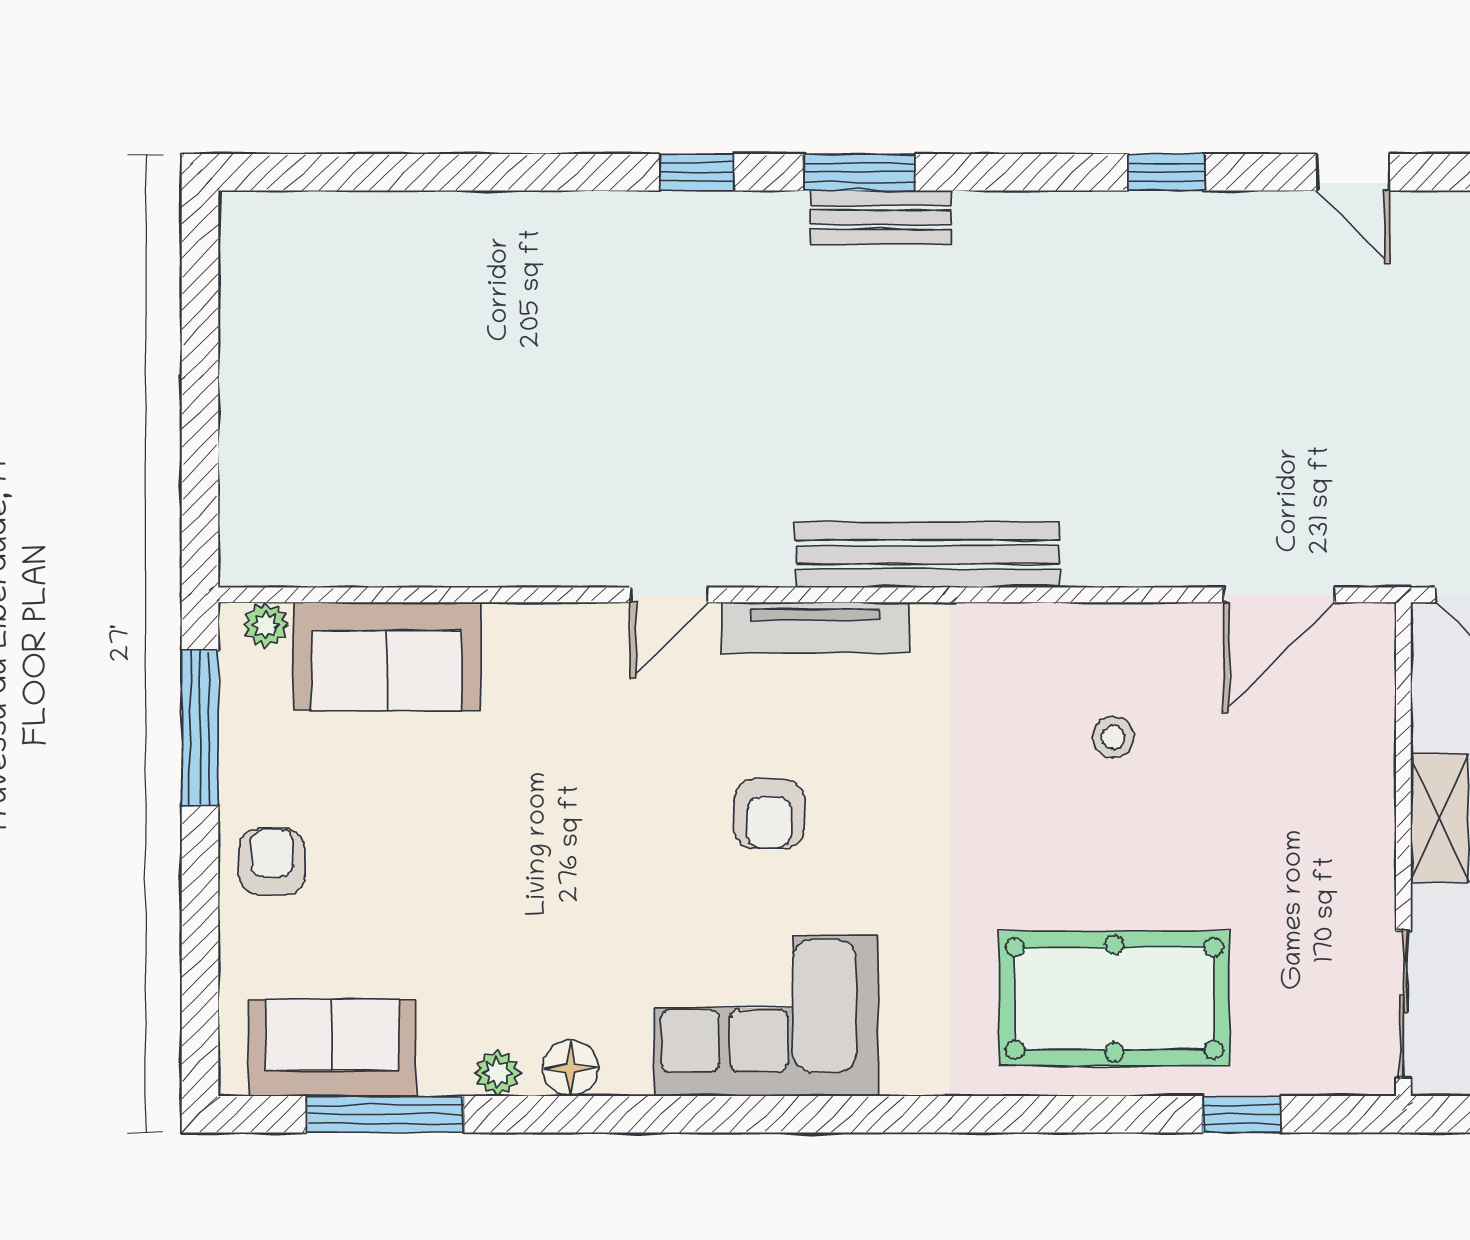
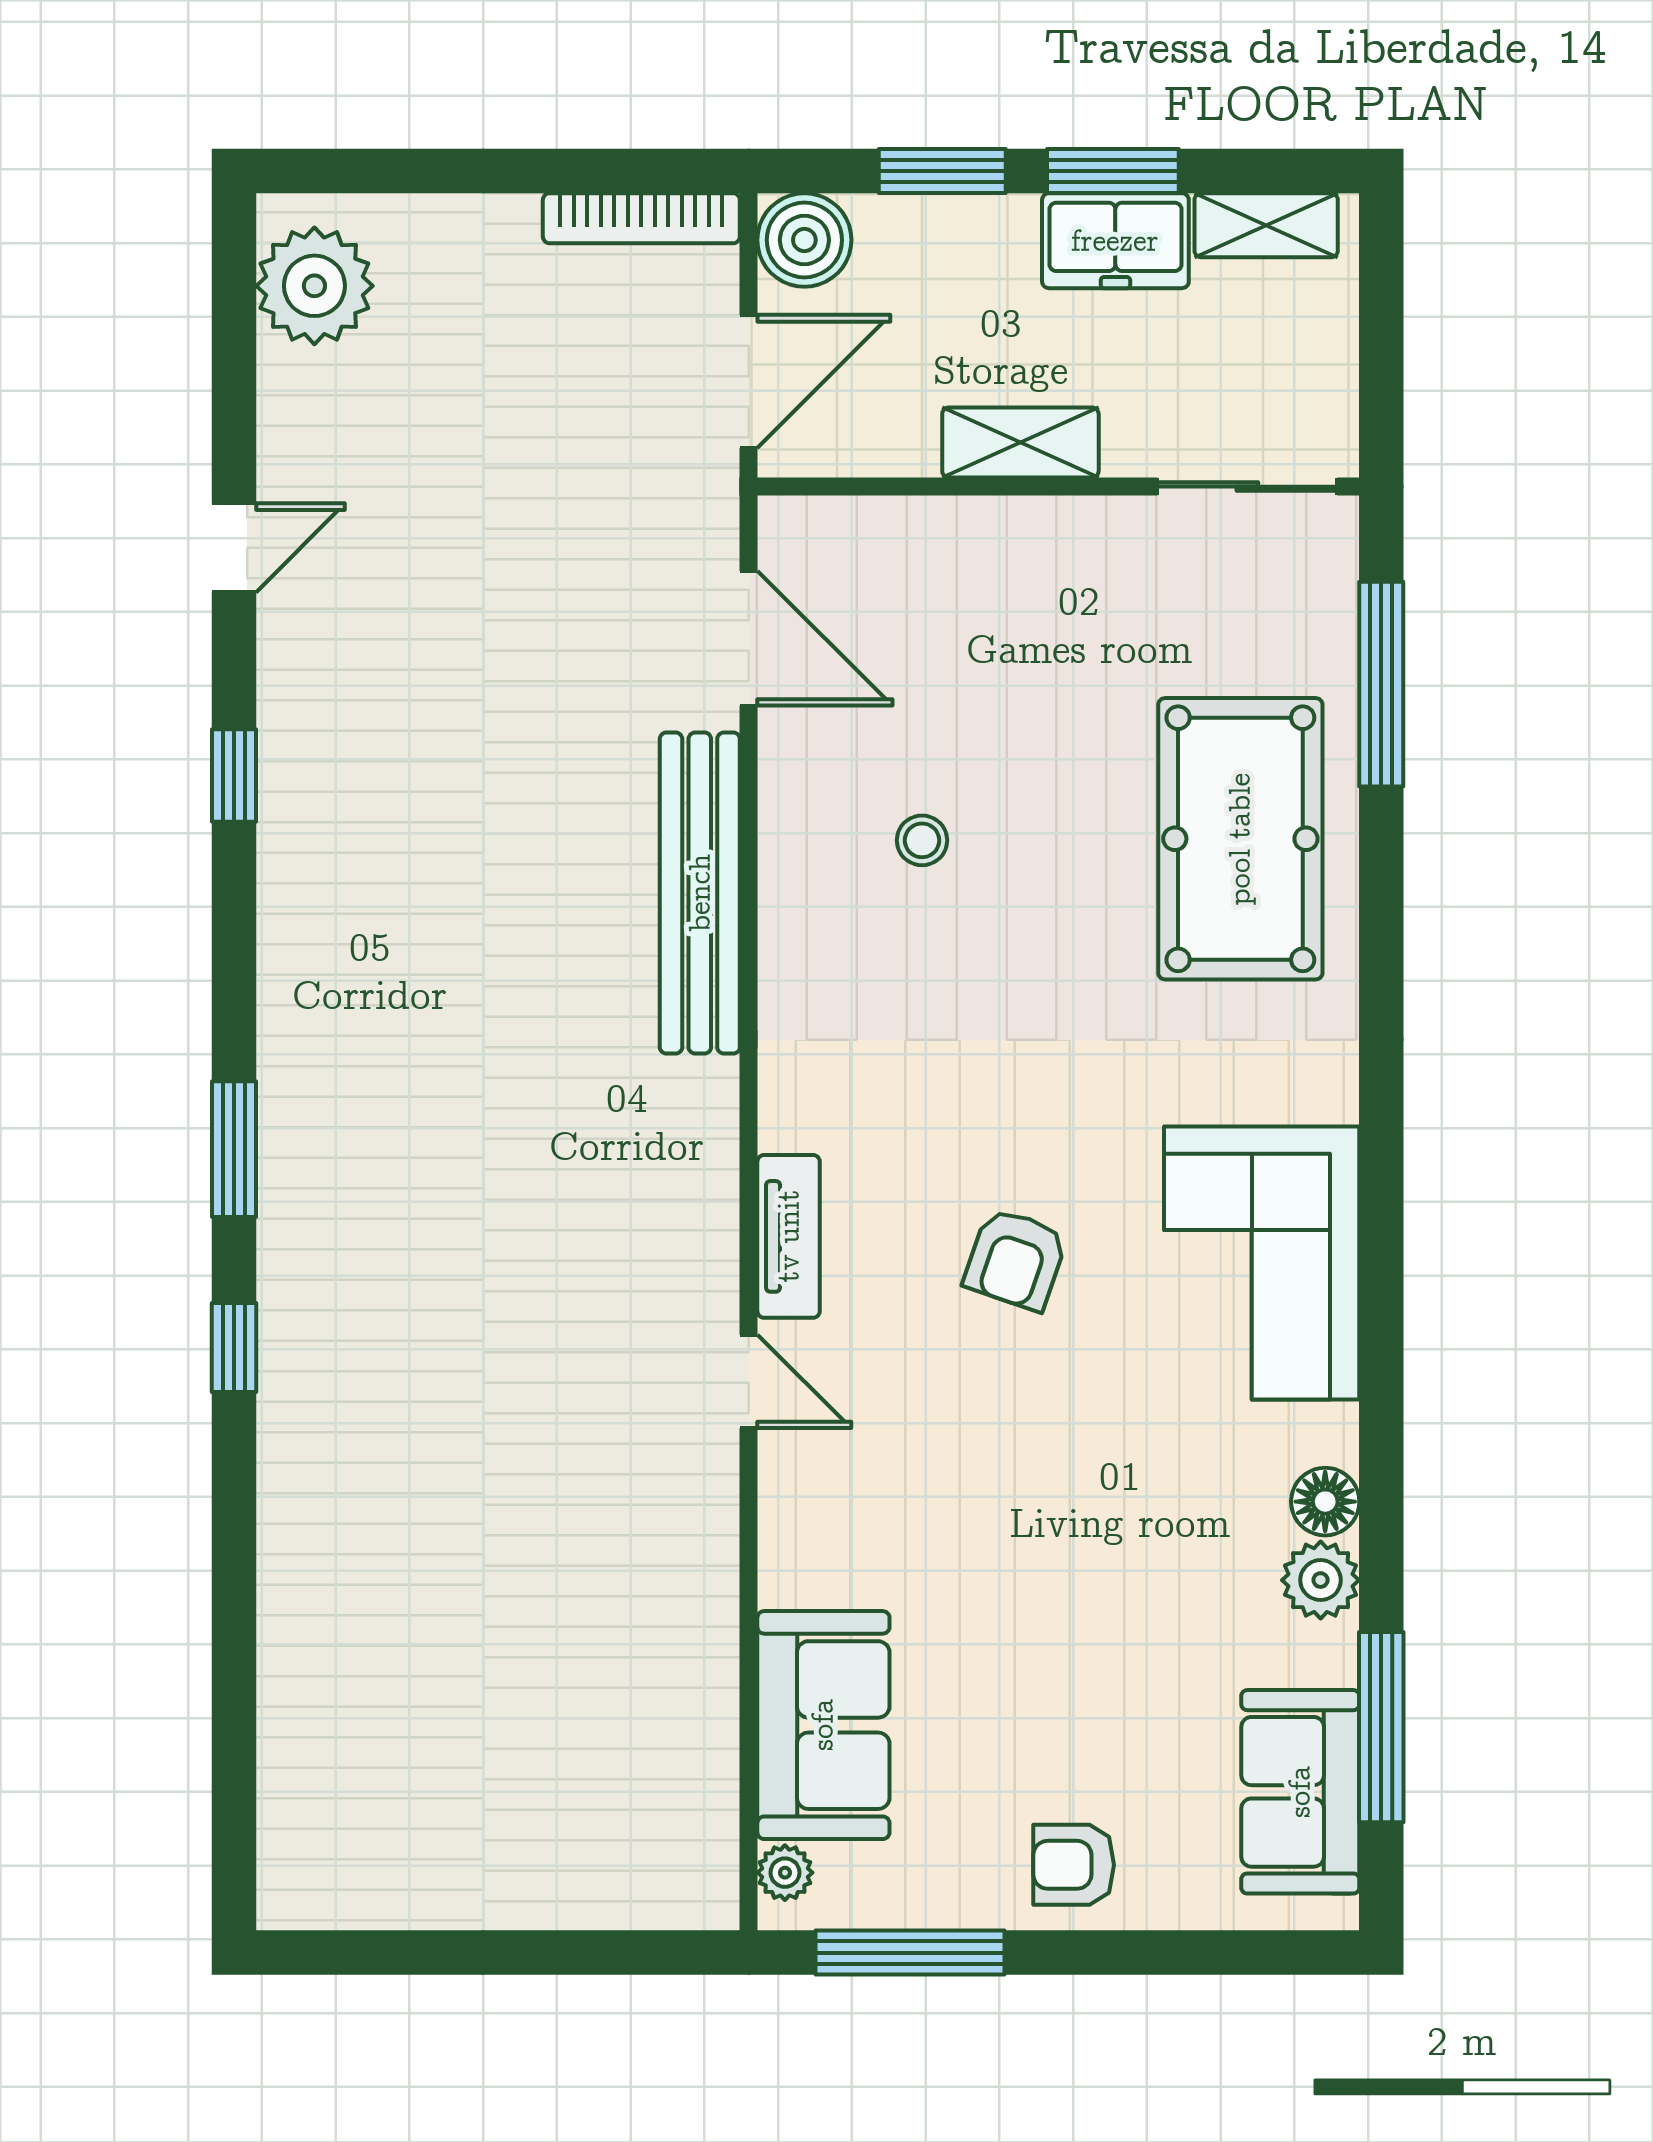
bench: (881, 217) -> (289, 1123), removed
bench: (927, 555) -> (700, 893), moved
tv unit: (815, 628) -> (789, 1236), width x0.71
armchair: (769, 814) -> (1016, 1259), turned 109
plant: (497, 1073) -> (1321, 1580), width x1.38, depth x1.38
window: (1241, 1114) -> (1381, 684), width x2.17

